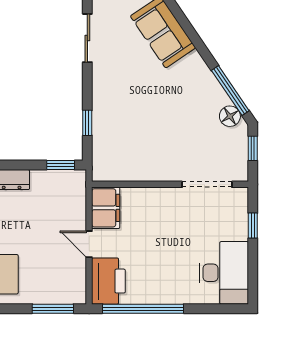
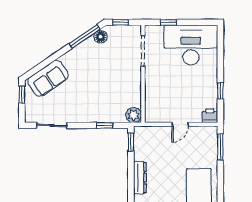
plant: (104, 169) -> (134, 115), added
filing cabinet: (106, 208) -> (158, 114), removed
desk: (224, 273) -> (191, 45), width x1.36, depth x1.30
printer: (108, 281) -> (210, 116), width x0.53, depth x0.68
window: (143, 309) -> (220, 91), width x0.32

